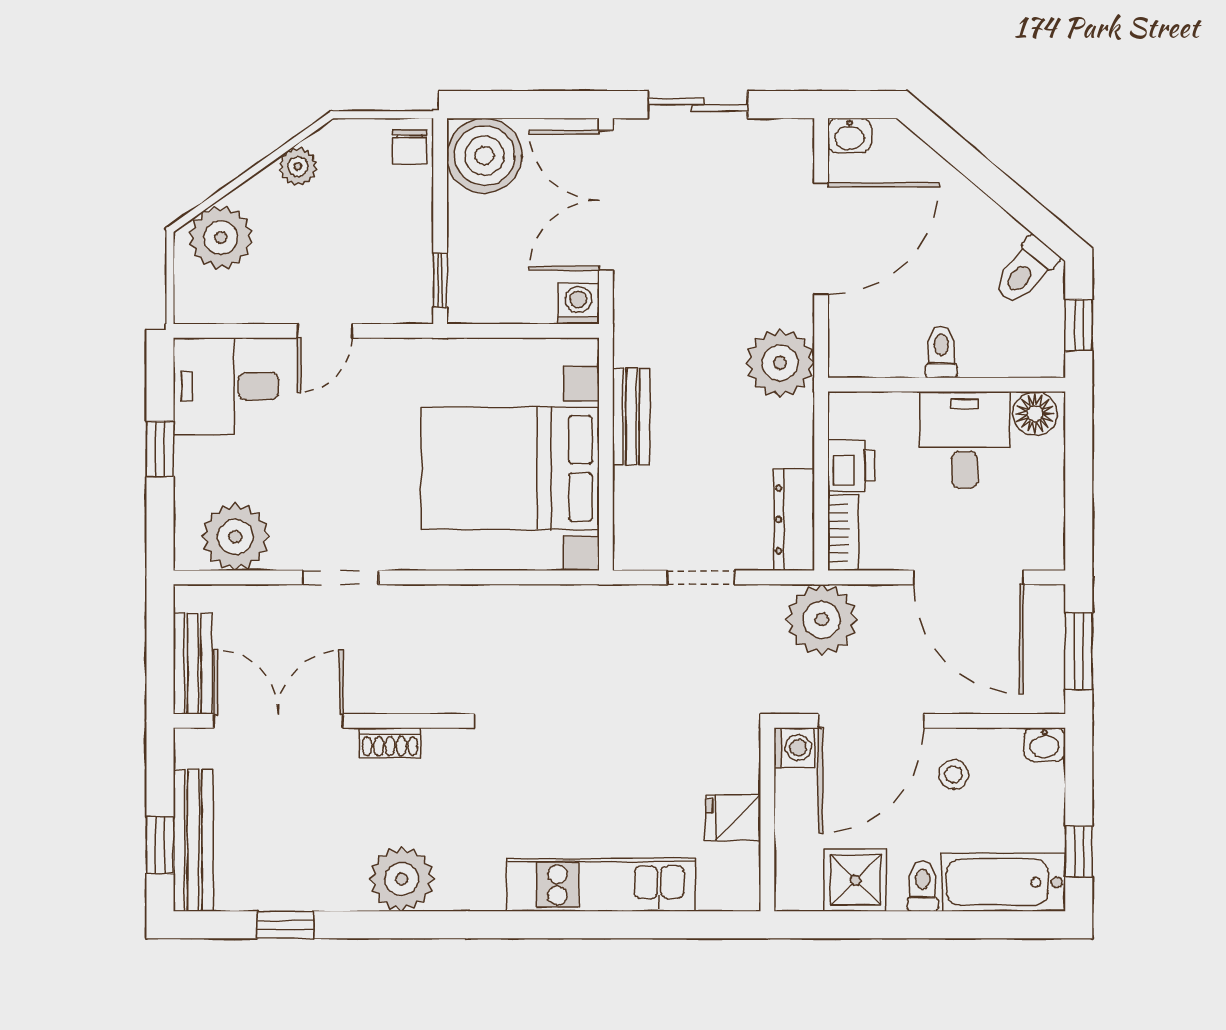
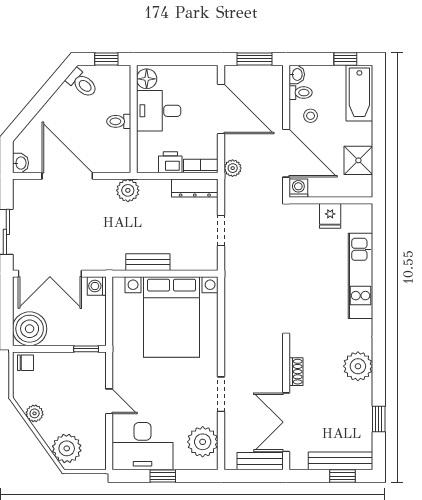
plant: (780, 363) -> (128, 190), width x0.73, depth x0.73
desk: (226, 386) -> (142, 446), width x1.37
door: (968, 577) -> (221, 109), hinge flipped
plant: (822, 620) -> (233, 168), width x0.53, depth x0.53
toilet: (923, 886) -> (301, 93), moved, turned 180

